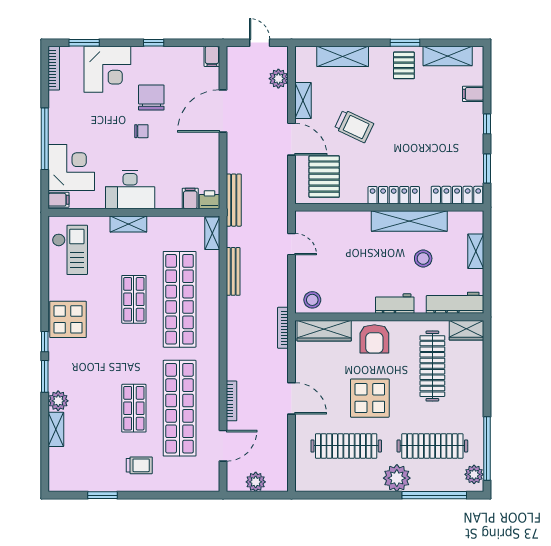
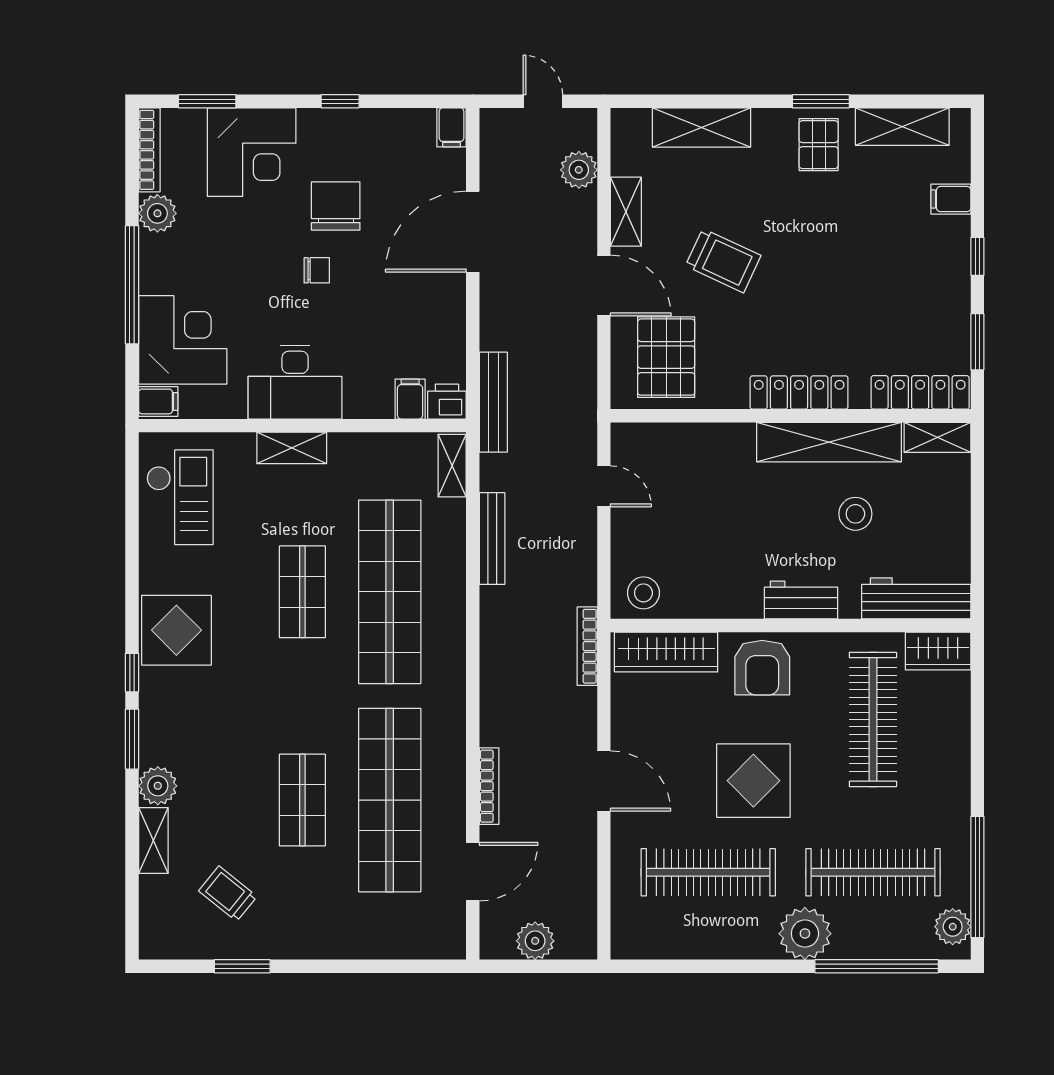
plant: (58, 101) -> (157, 213), added
shelving: (476, 251) -> (937, 437), moved, turned 90
trolley: (139, 465) -> (228, 894), moved, turned -141

